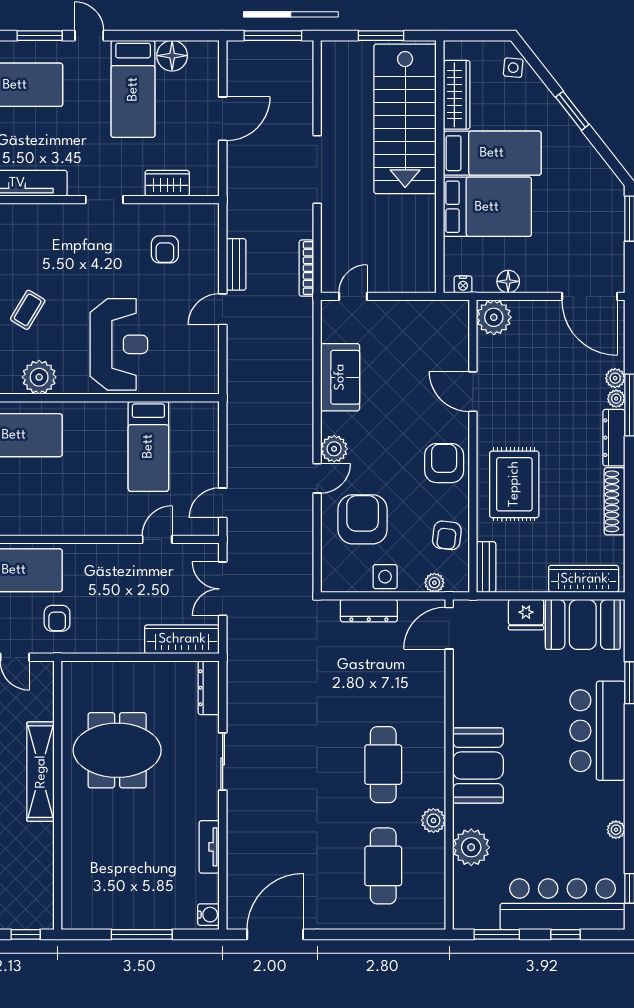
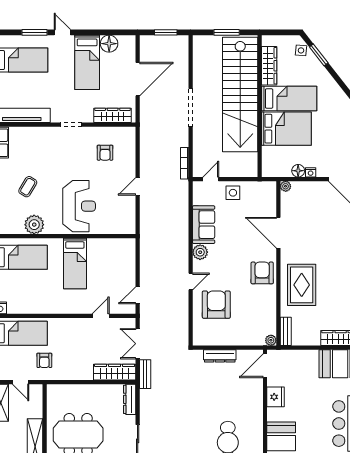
window: (273, 36) -> (166, 32), width x0.69
window: (572, 111) -> (319, 55), moved
door: (223, 119) -> (138, 79), width x1.36
stairs: (405, 119) -> (240, 95), width x1.36
wardrobe: (167, 183) -> (113, 115), width x1.50
bench: (236, 264) -> (145, 374), moved
nightstand: (463, 284) -> (311, 172), moved
plant: (494, 317) -> (286, 186), width x0.53, depth x0.53
door: (473, 392) -> (278, 233), width x1.36
bed: (148, 446) -> (75, 263), moved
plant: (334, 449) -> (200, 252), moved
armchair: (447, 535) -> (264, 314), removed
side table: (385, 577) -> (233, 193), moved
plant: (434, 583) -> (271, 340), moved
fridge: (526, 615) -> (276, 397), moved, turned -90

